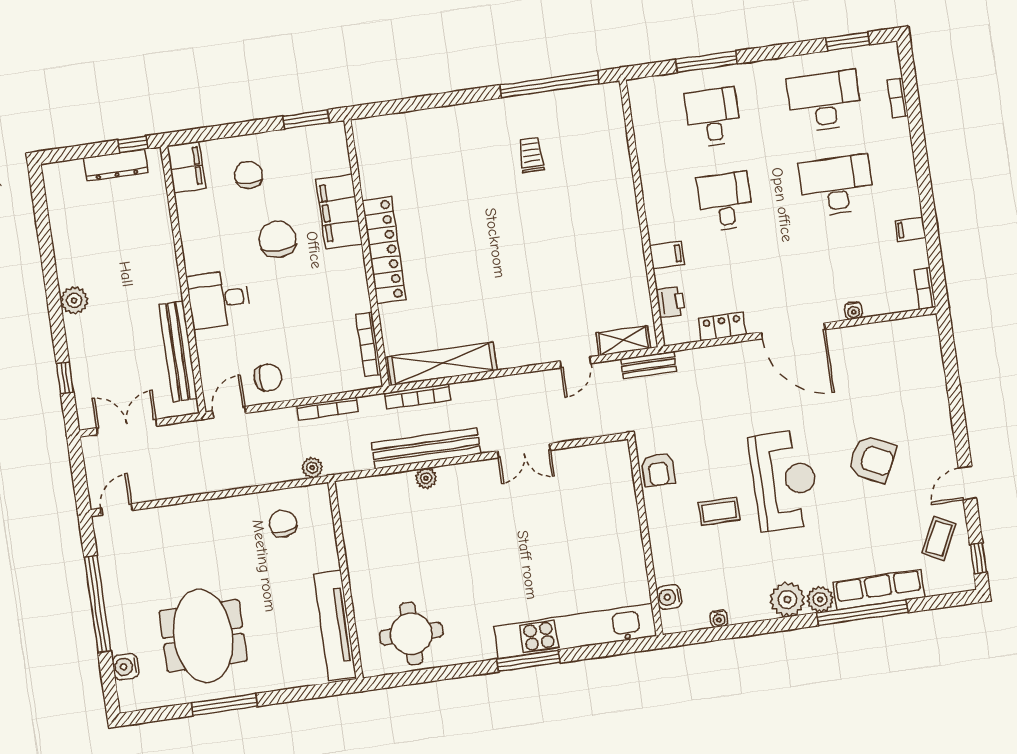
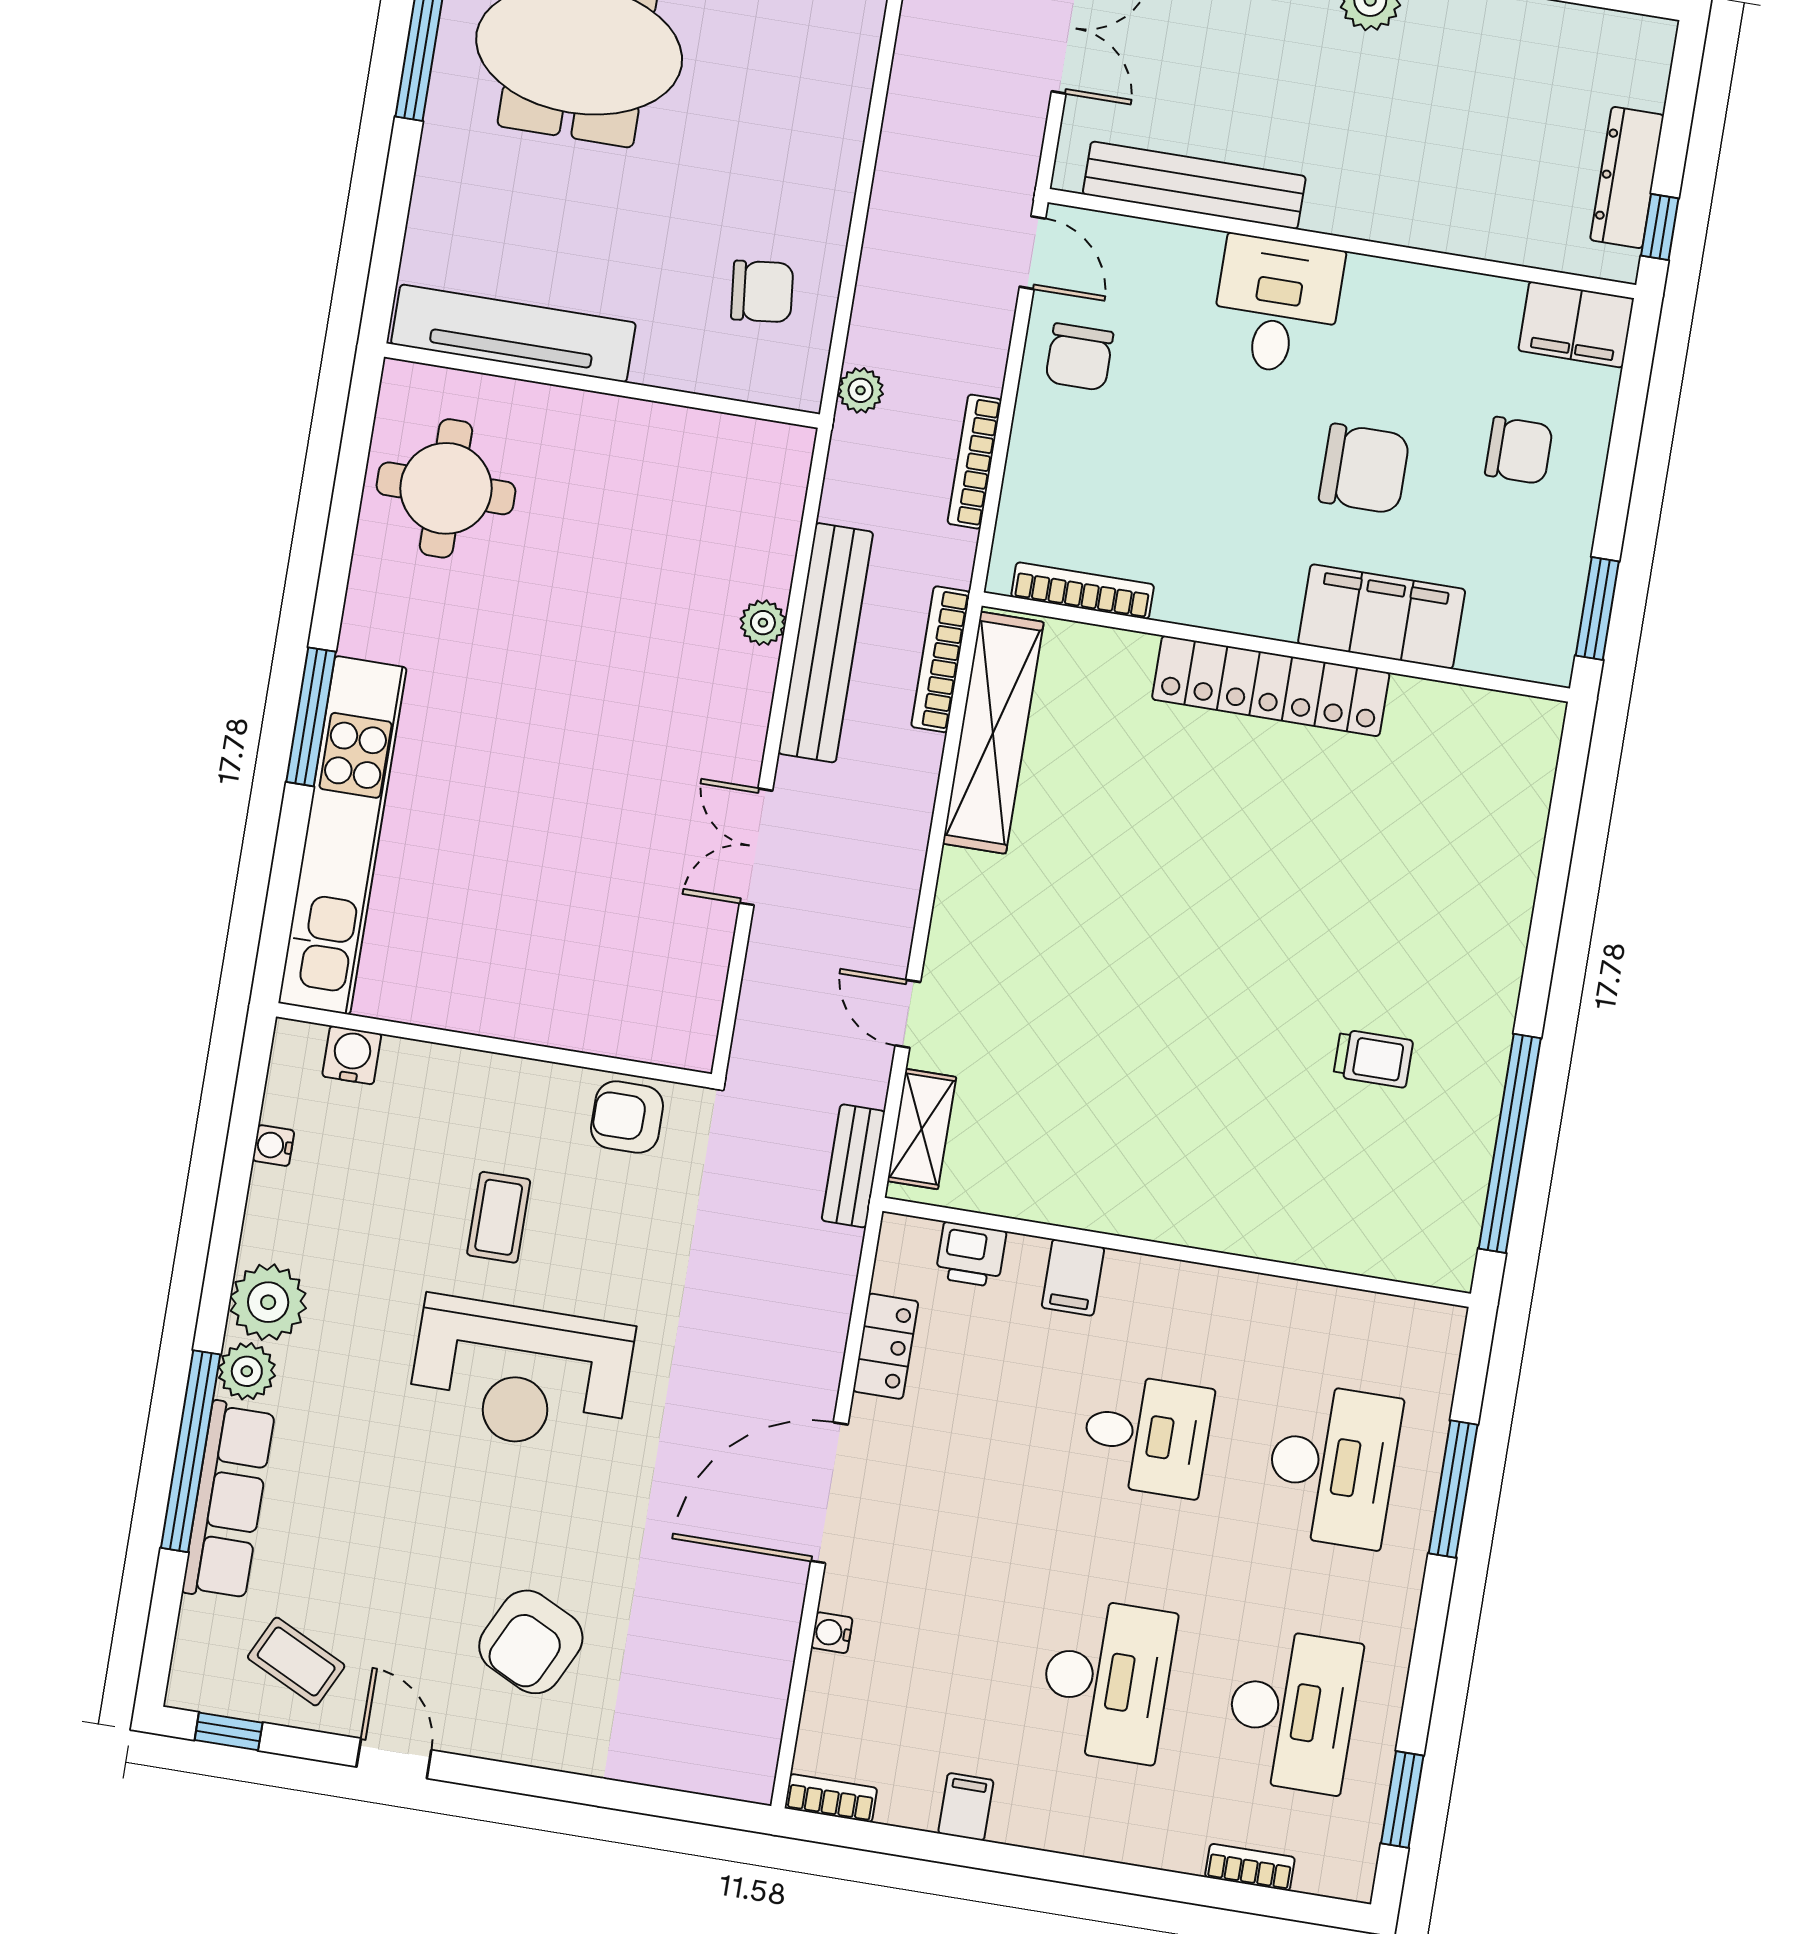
desk: (713, 117) -> (1332, 1466), width x1.37
armchair: (872, 459) -> (531, 1642), moved

